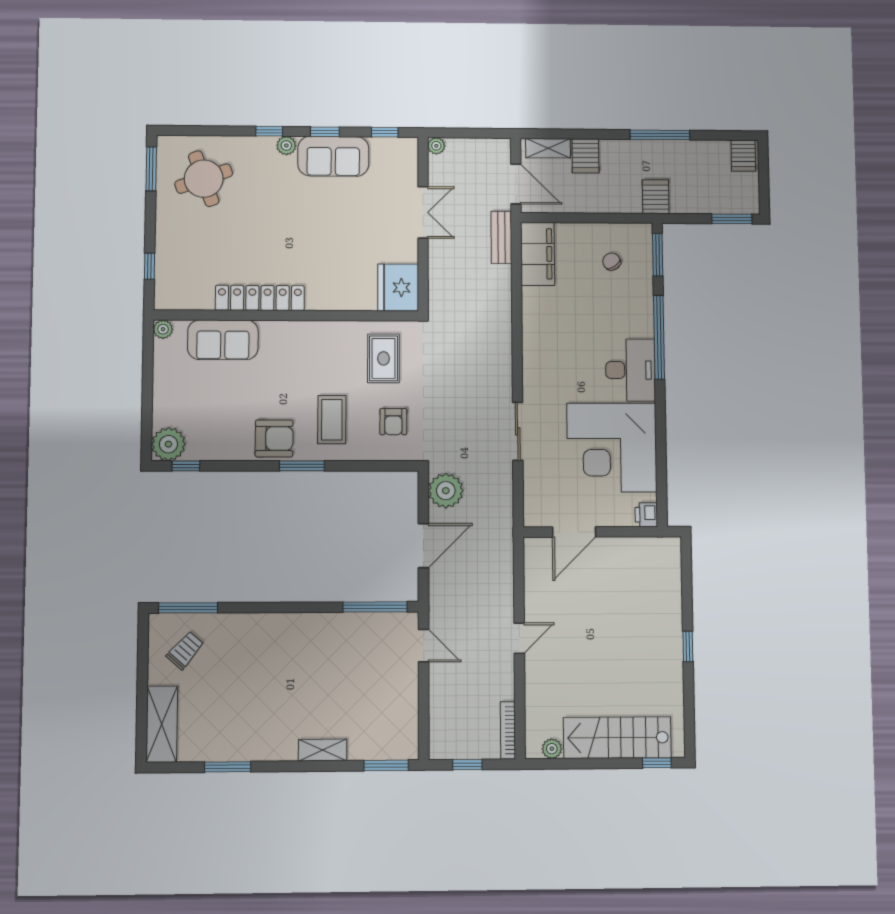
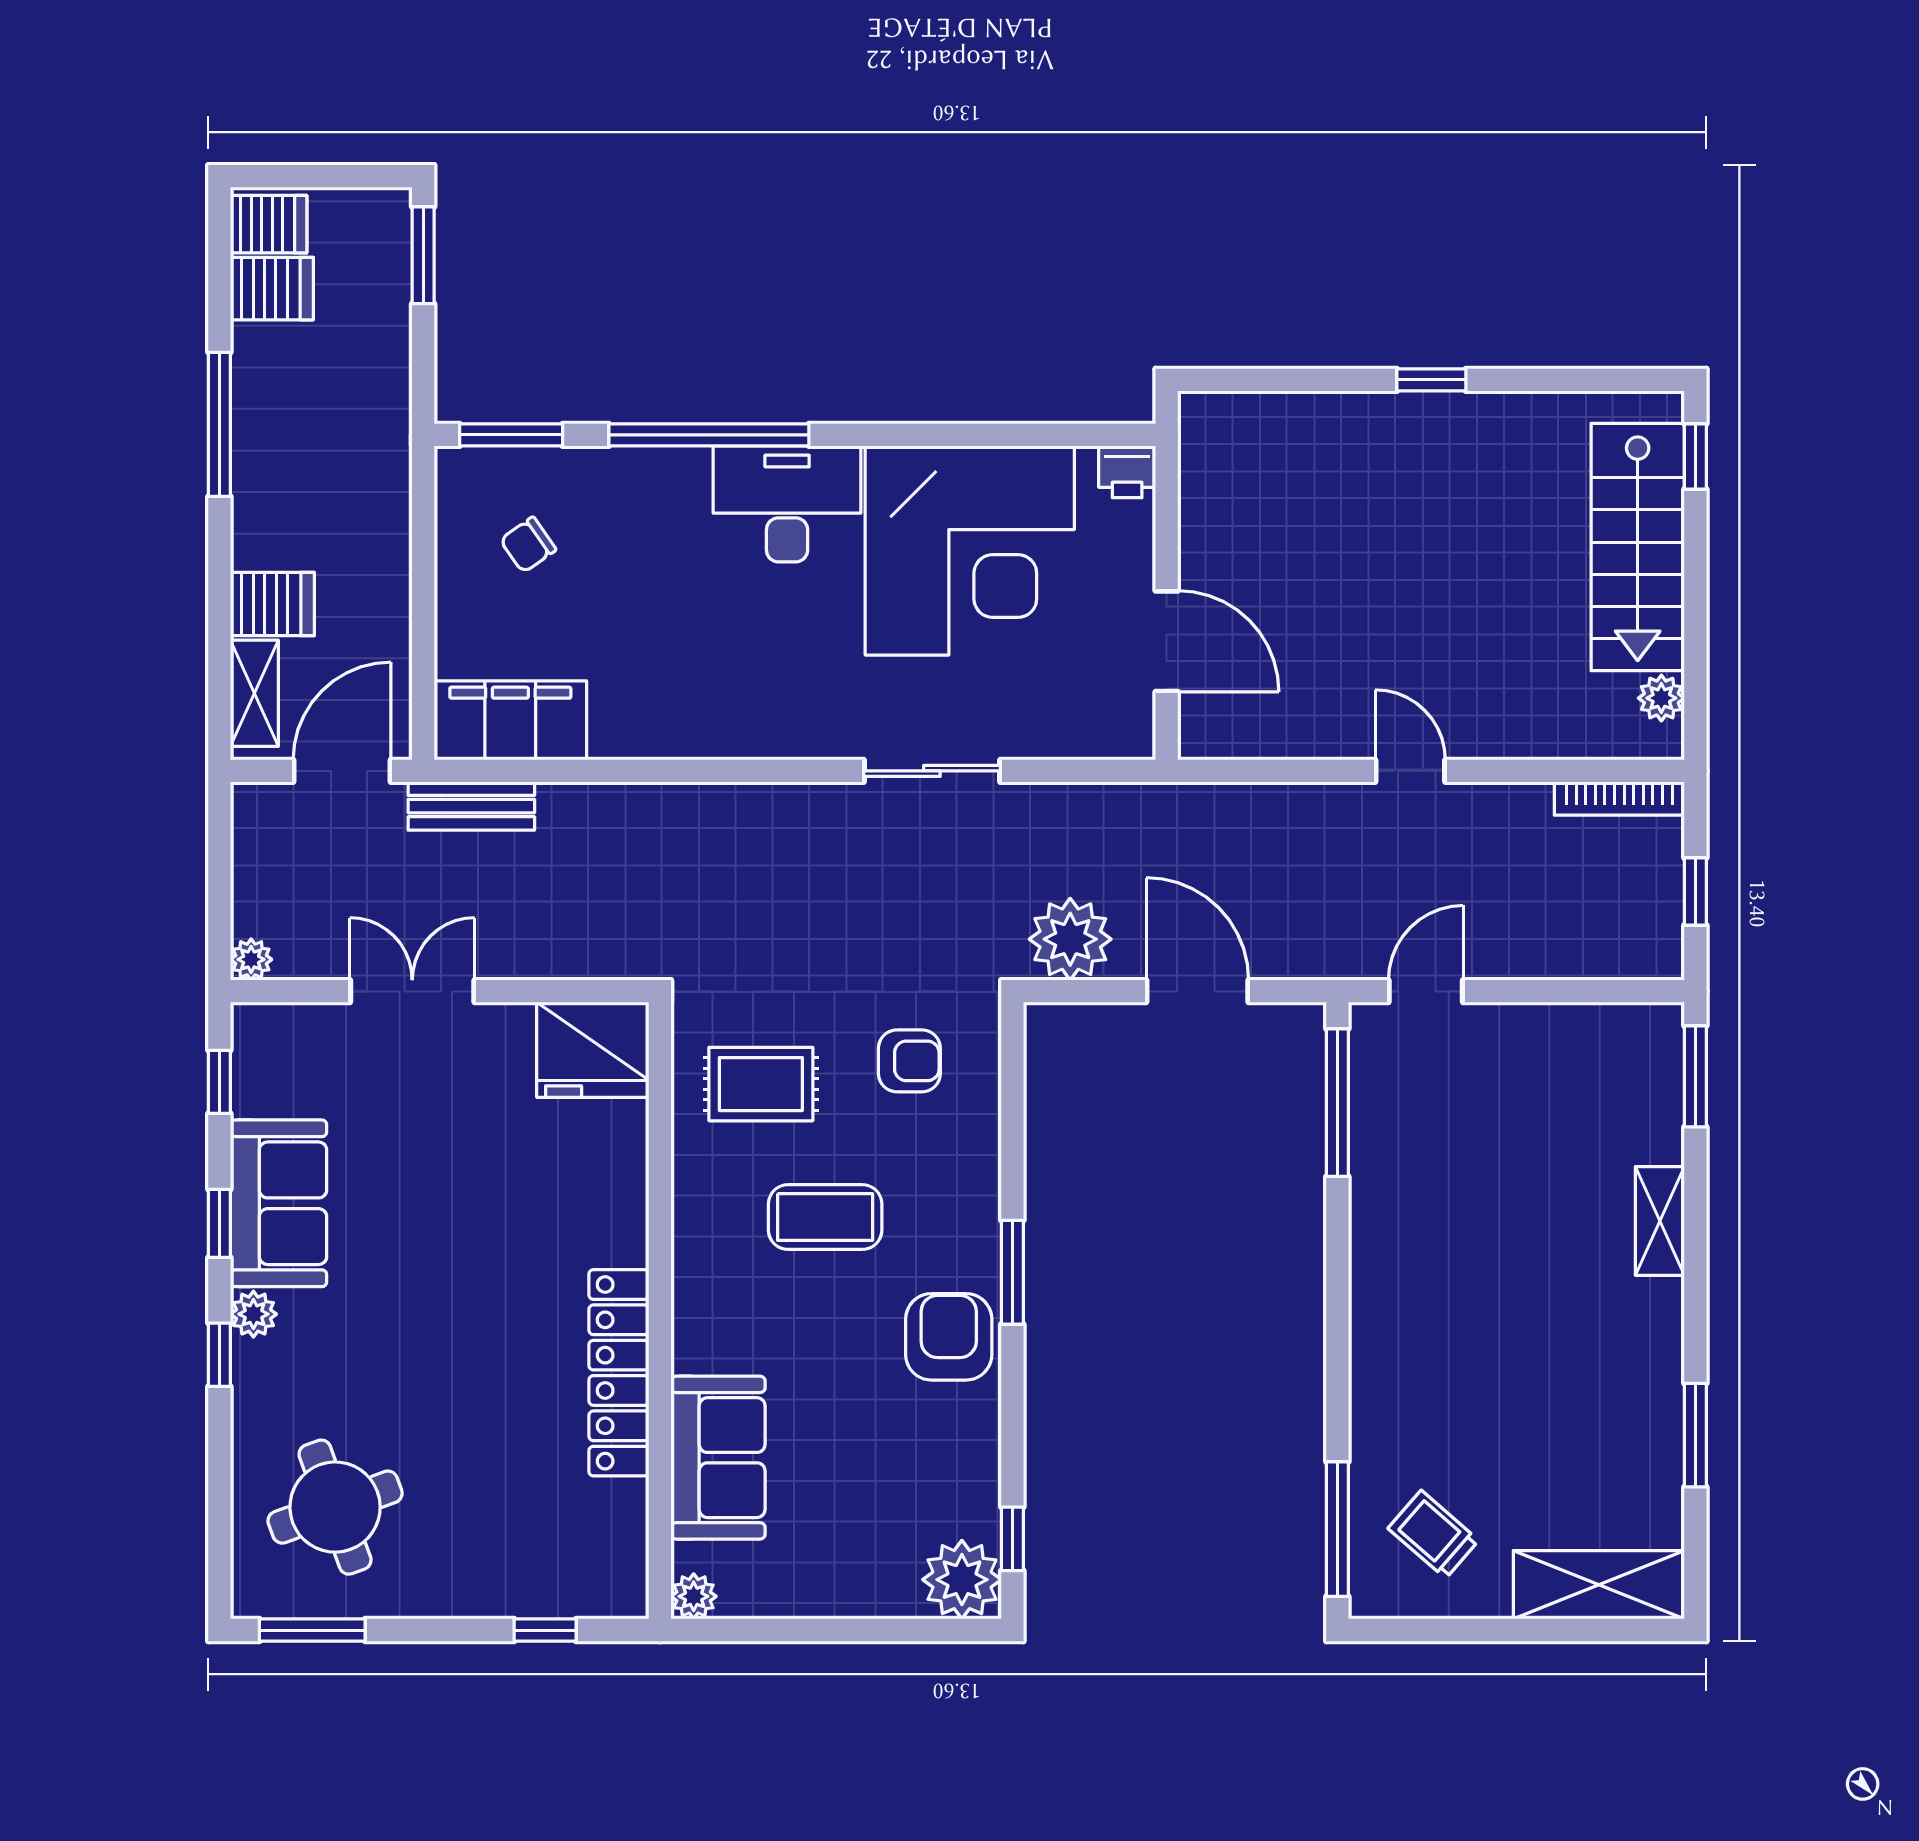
server rack: (656, 197) -> (272, 289), moved, turned 180
coffee table: (332, 420) -> (825, 1217), moved

